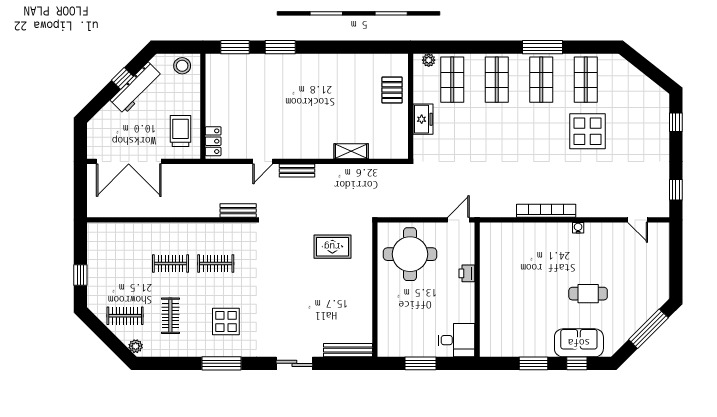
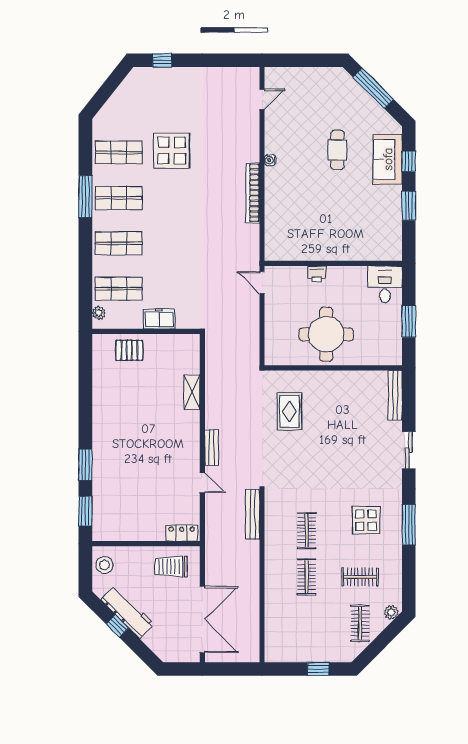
window: (676, 190) -> (231, 60), removed
bench: (238, 211) -> (253, 514), width x1.36
round table: (410, 254) -> (326, 334), moved

